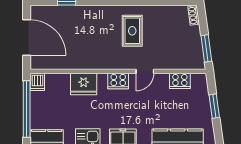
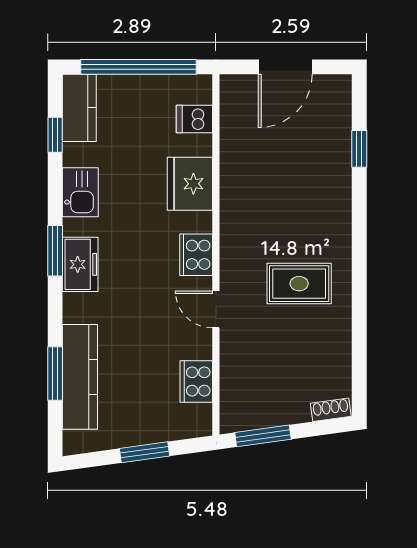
door: (27, 38) -> (285, 67), width x0.73
dishwasher: (38, 82) -> (194, 119), moved

